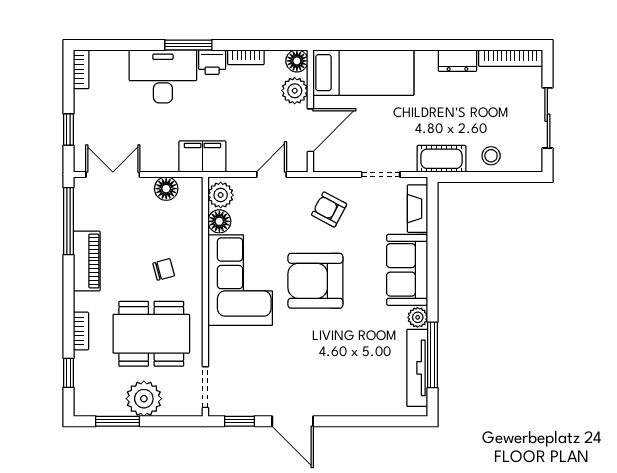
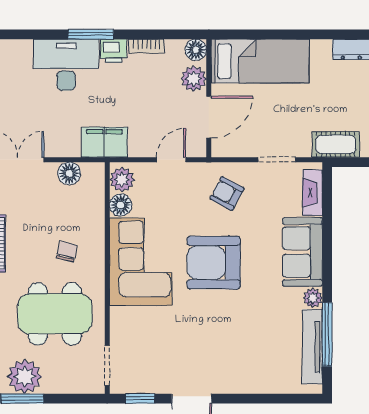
chair: (164, 269) -> (67, 252), turned -62
plant: (144, 399) -> (25, 377), moved

